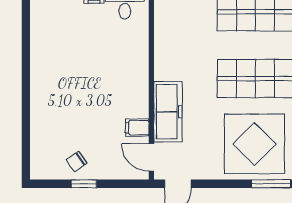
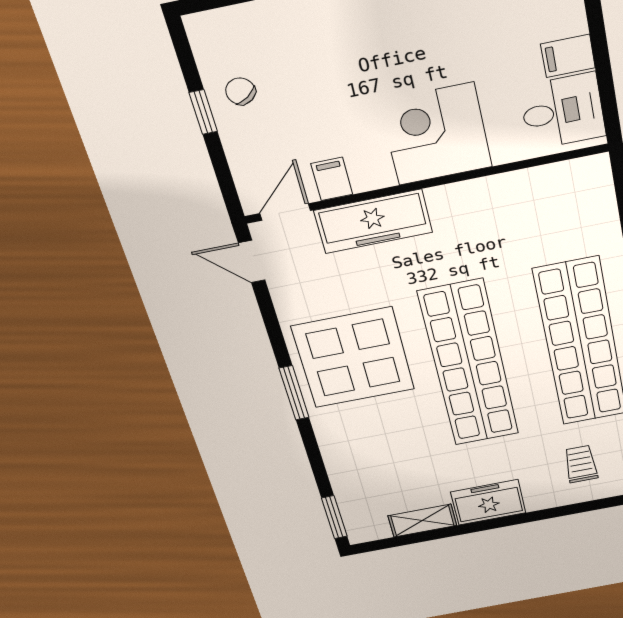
corner desk: (123, 67) -> (436, 134), added

